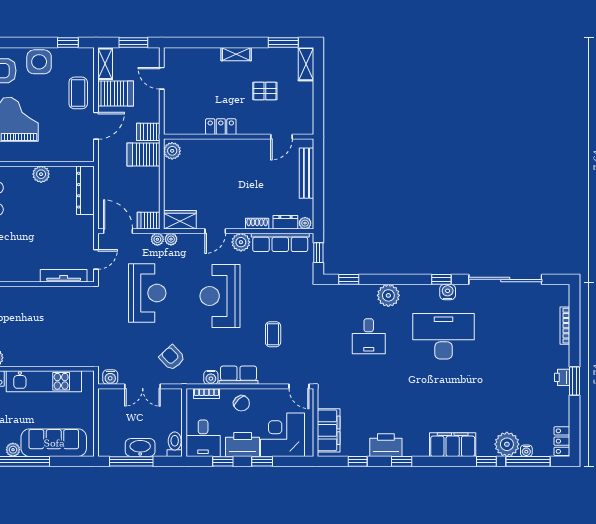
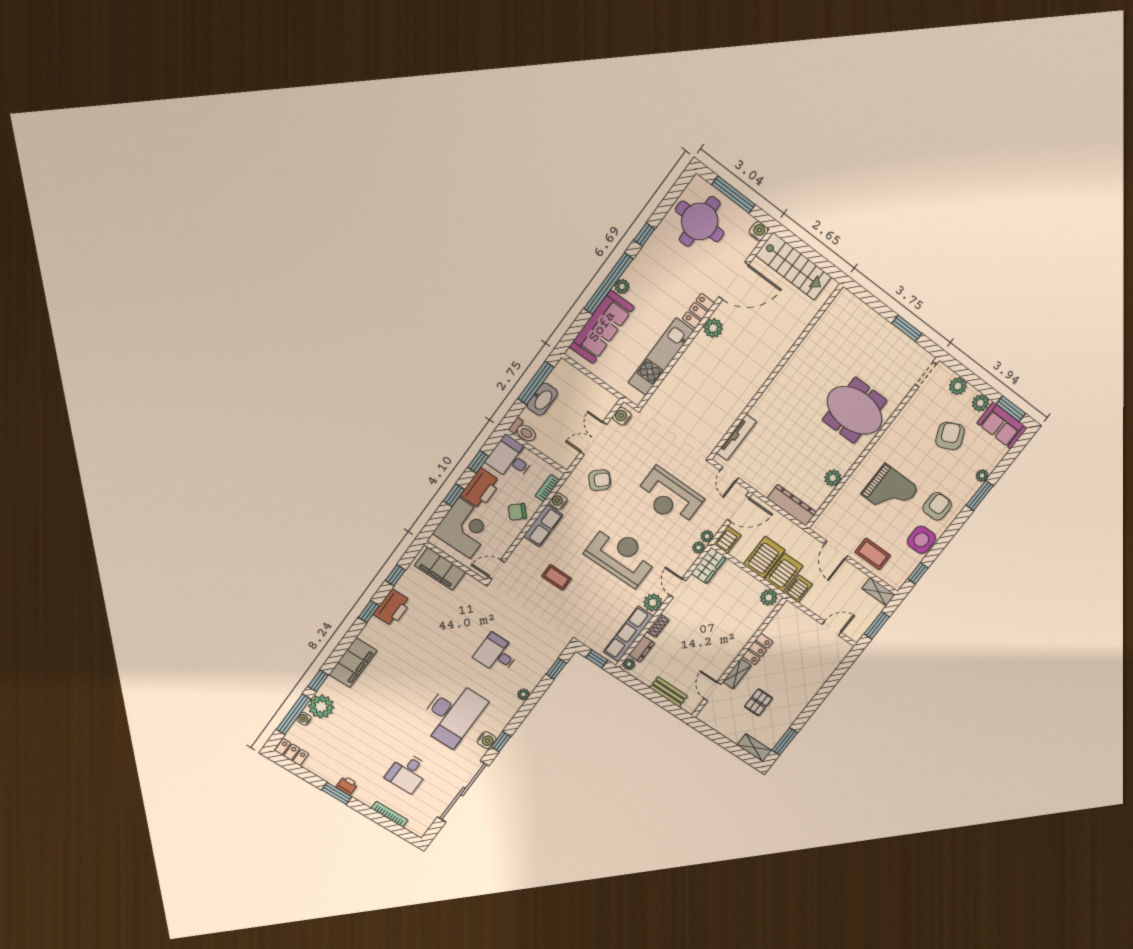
shelving: (236, 54) -> (737, 674), moved
server rack: (116, 93) -> (764, 557), moved, turned 180
bench: (306, 173) -> (669, 692), width x0.73
plant: (388, 295) -> (523, 694), width x0.53, depth x0.53
desk: (518, 336) -> (408, 773), added

